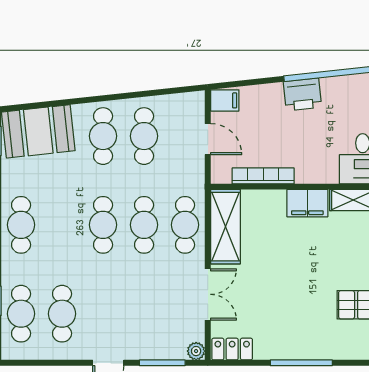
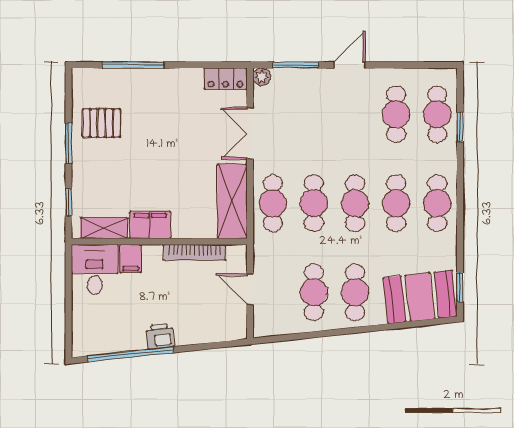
printer: (302, 94) -> (160, 336), width x0.73, depth x0.81
filing cabinet: (225, 100) -> (131, 259), moved, turned -90
cafe table: (62, 225) -> (396, 203), added
window: (301, 363) -> (133, 65), moved

